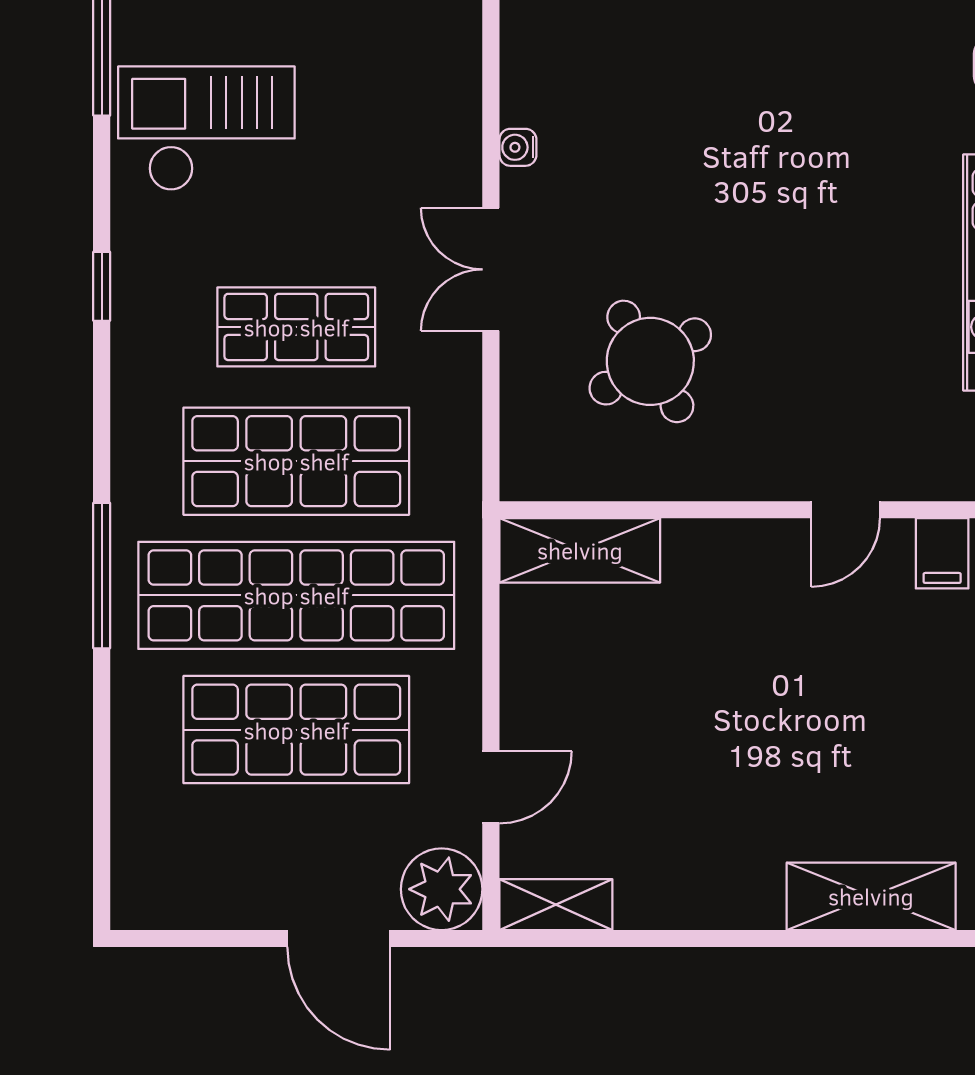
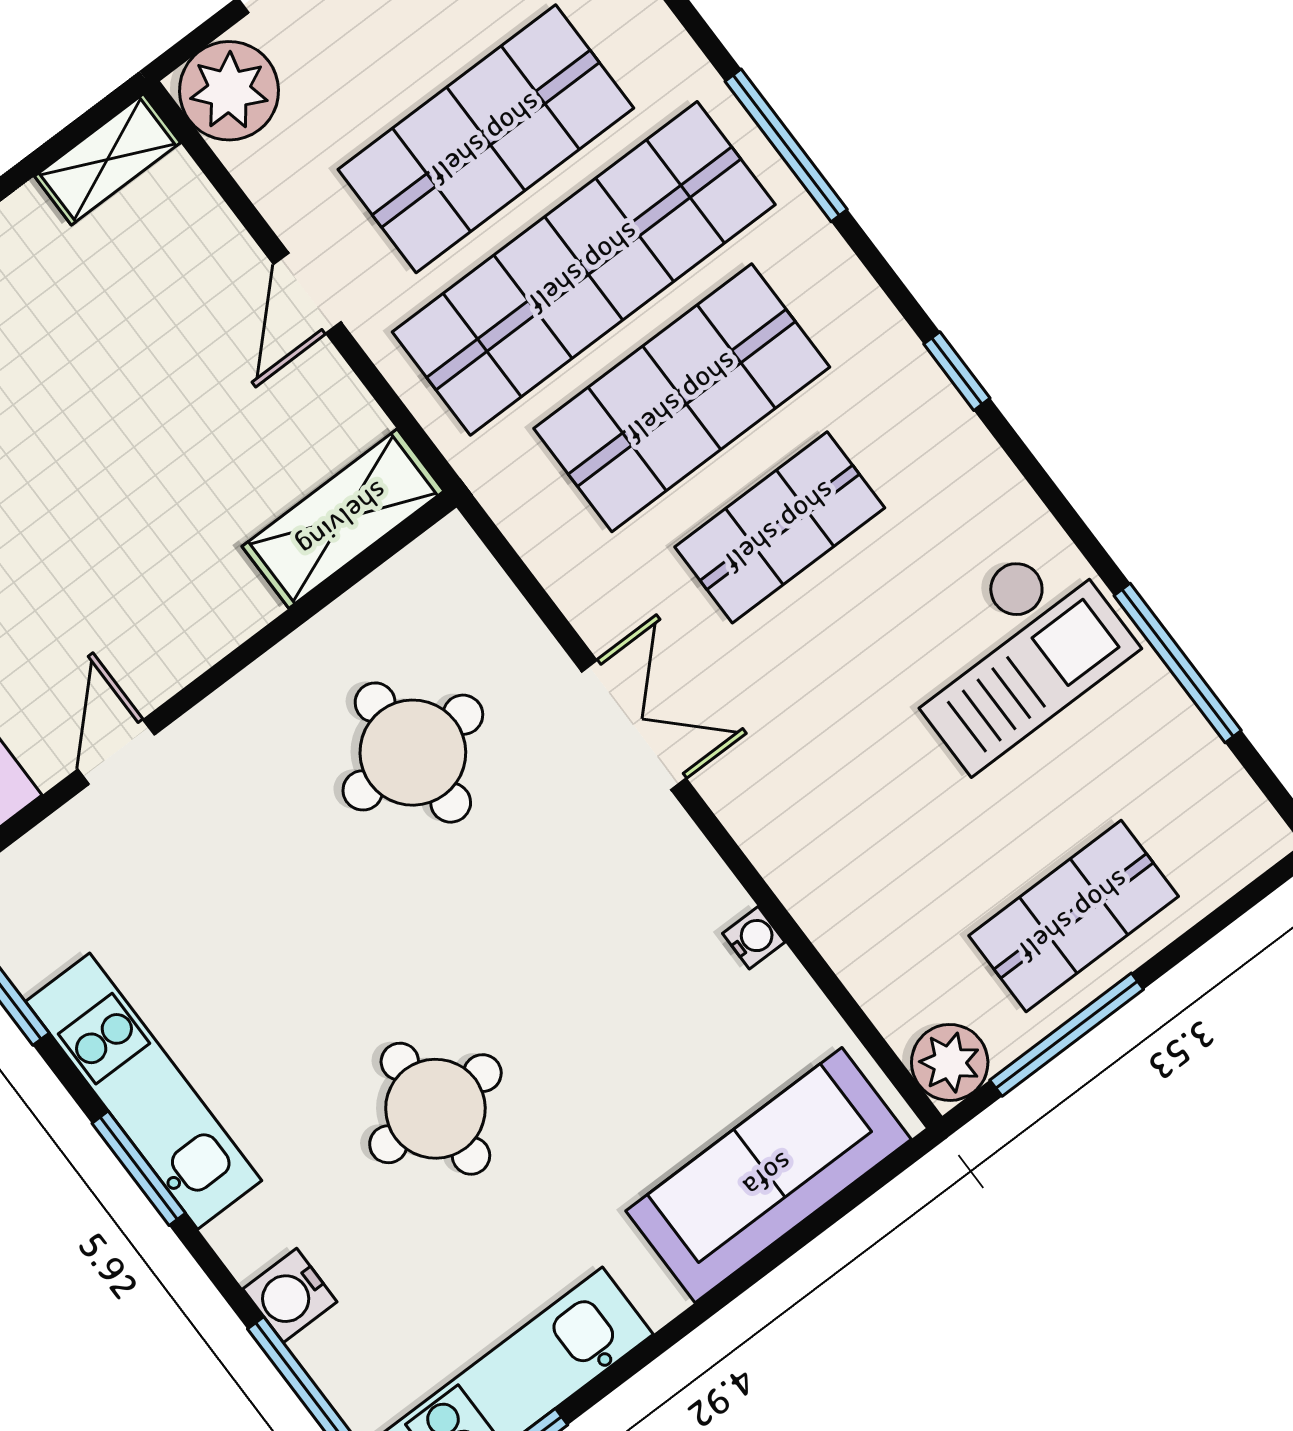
round table: (813, 115) -> (435, 1109), added
water cooler: (518, 147) -> (754, 938), moved
window: (102, 286) -> (957, 371), moved
round table: (650, 361) -> (413, 753), turned 31
door: (491, 787) -> (307, 293), moved

